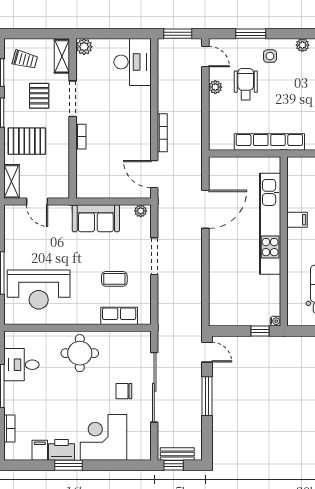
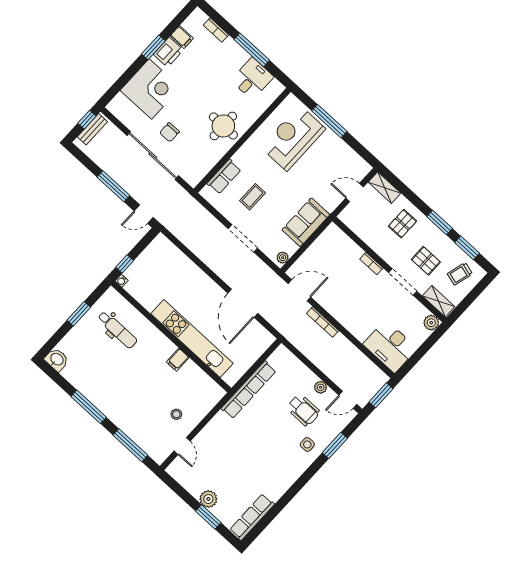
plant: (302, 45) -> (294, 474), removed
pallet: (27, 141) -> (402, 224), width x0.67, depth x0.71
chair: (124, 391) -> (169, 132), turned 180

